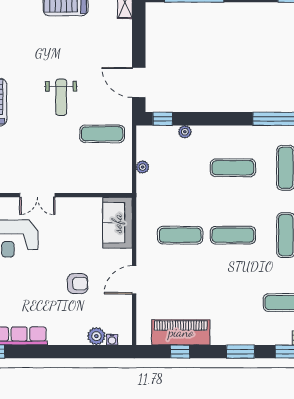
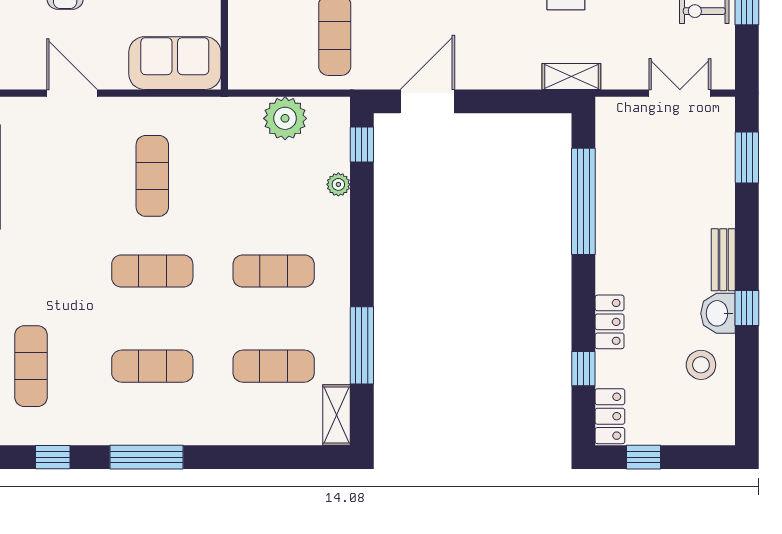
plant: (143, 167) -> (285, 118), width x1.88, depth x1.88
exercise mat: (233, 168) -> (274, 271), turned 90
exercise mat: (233, 235) -> (152, 271), turned 90

